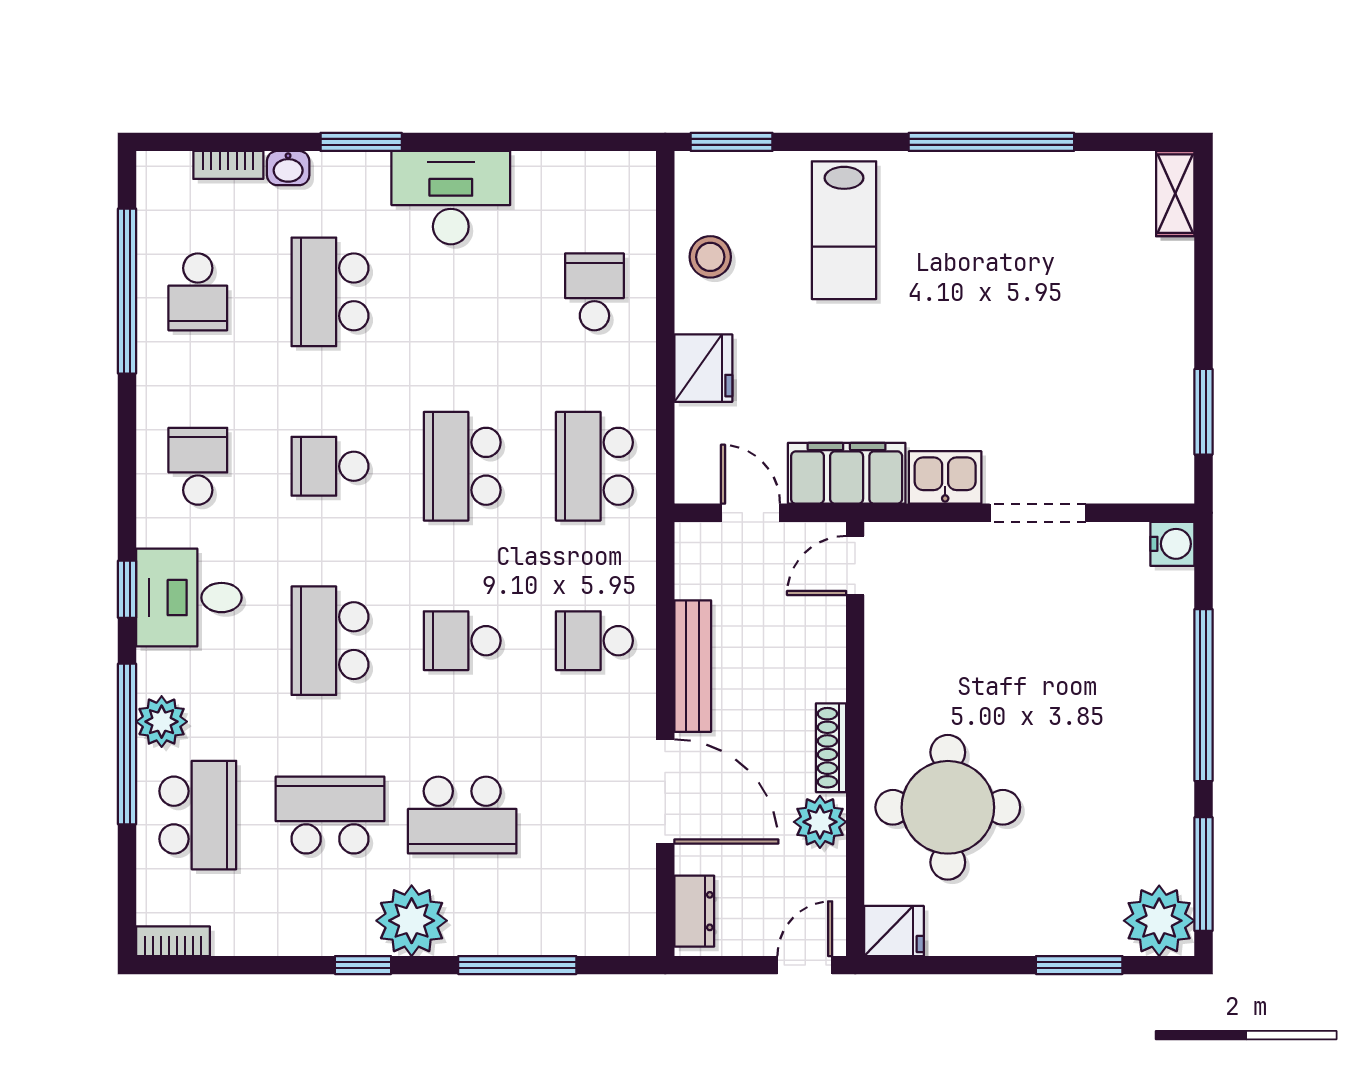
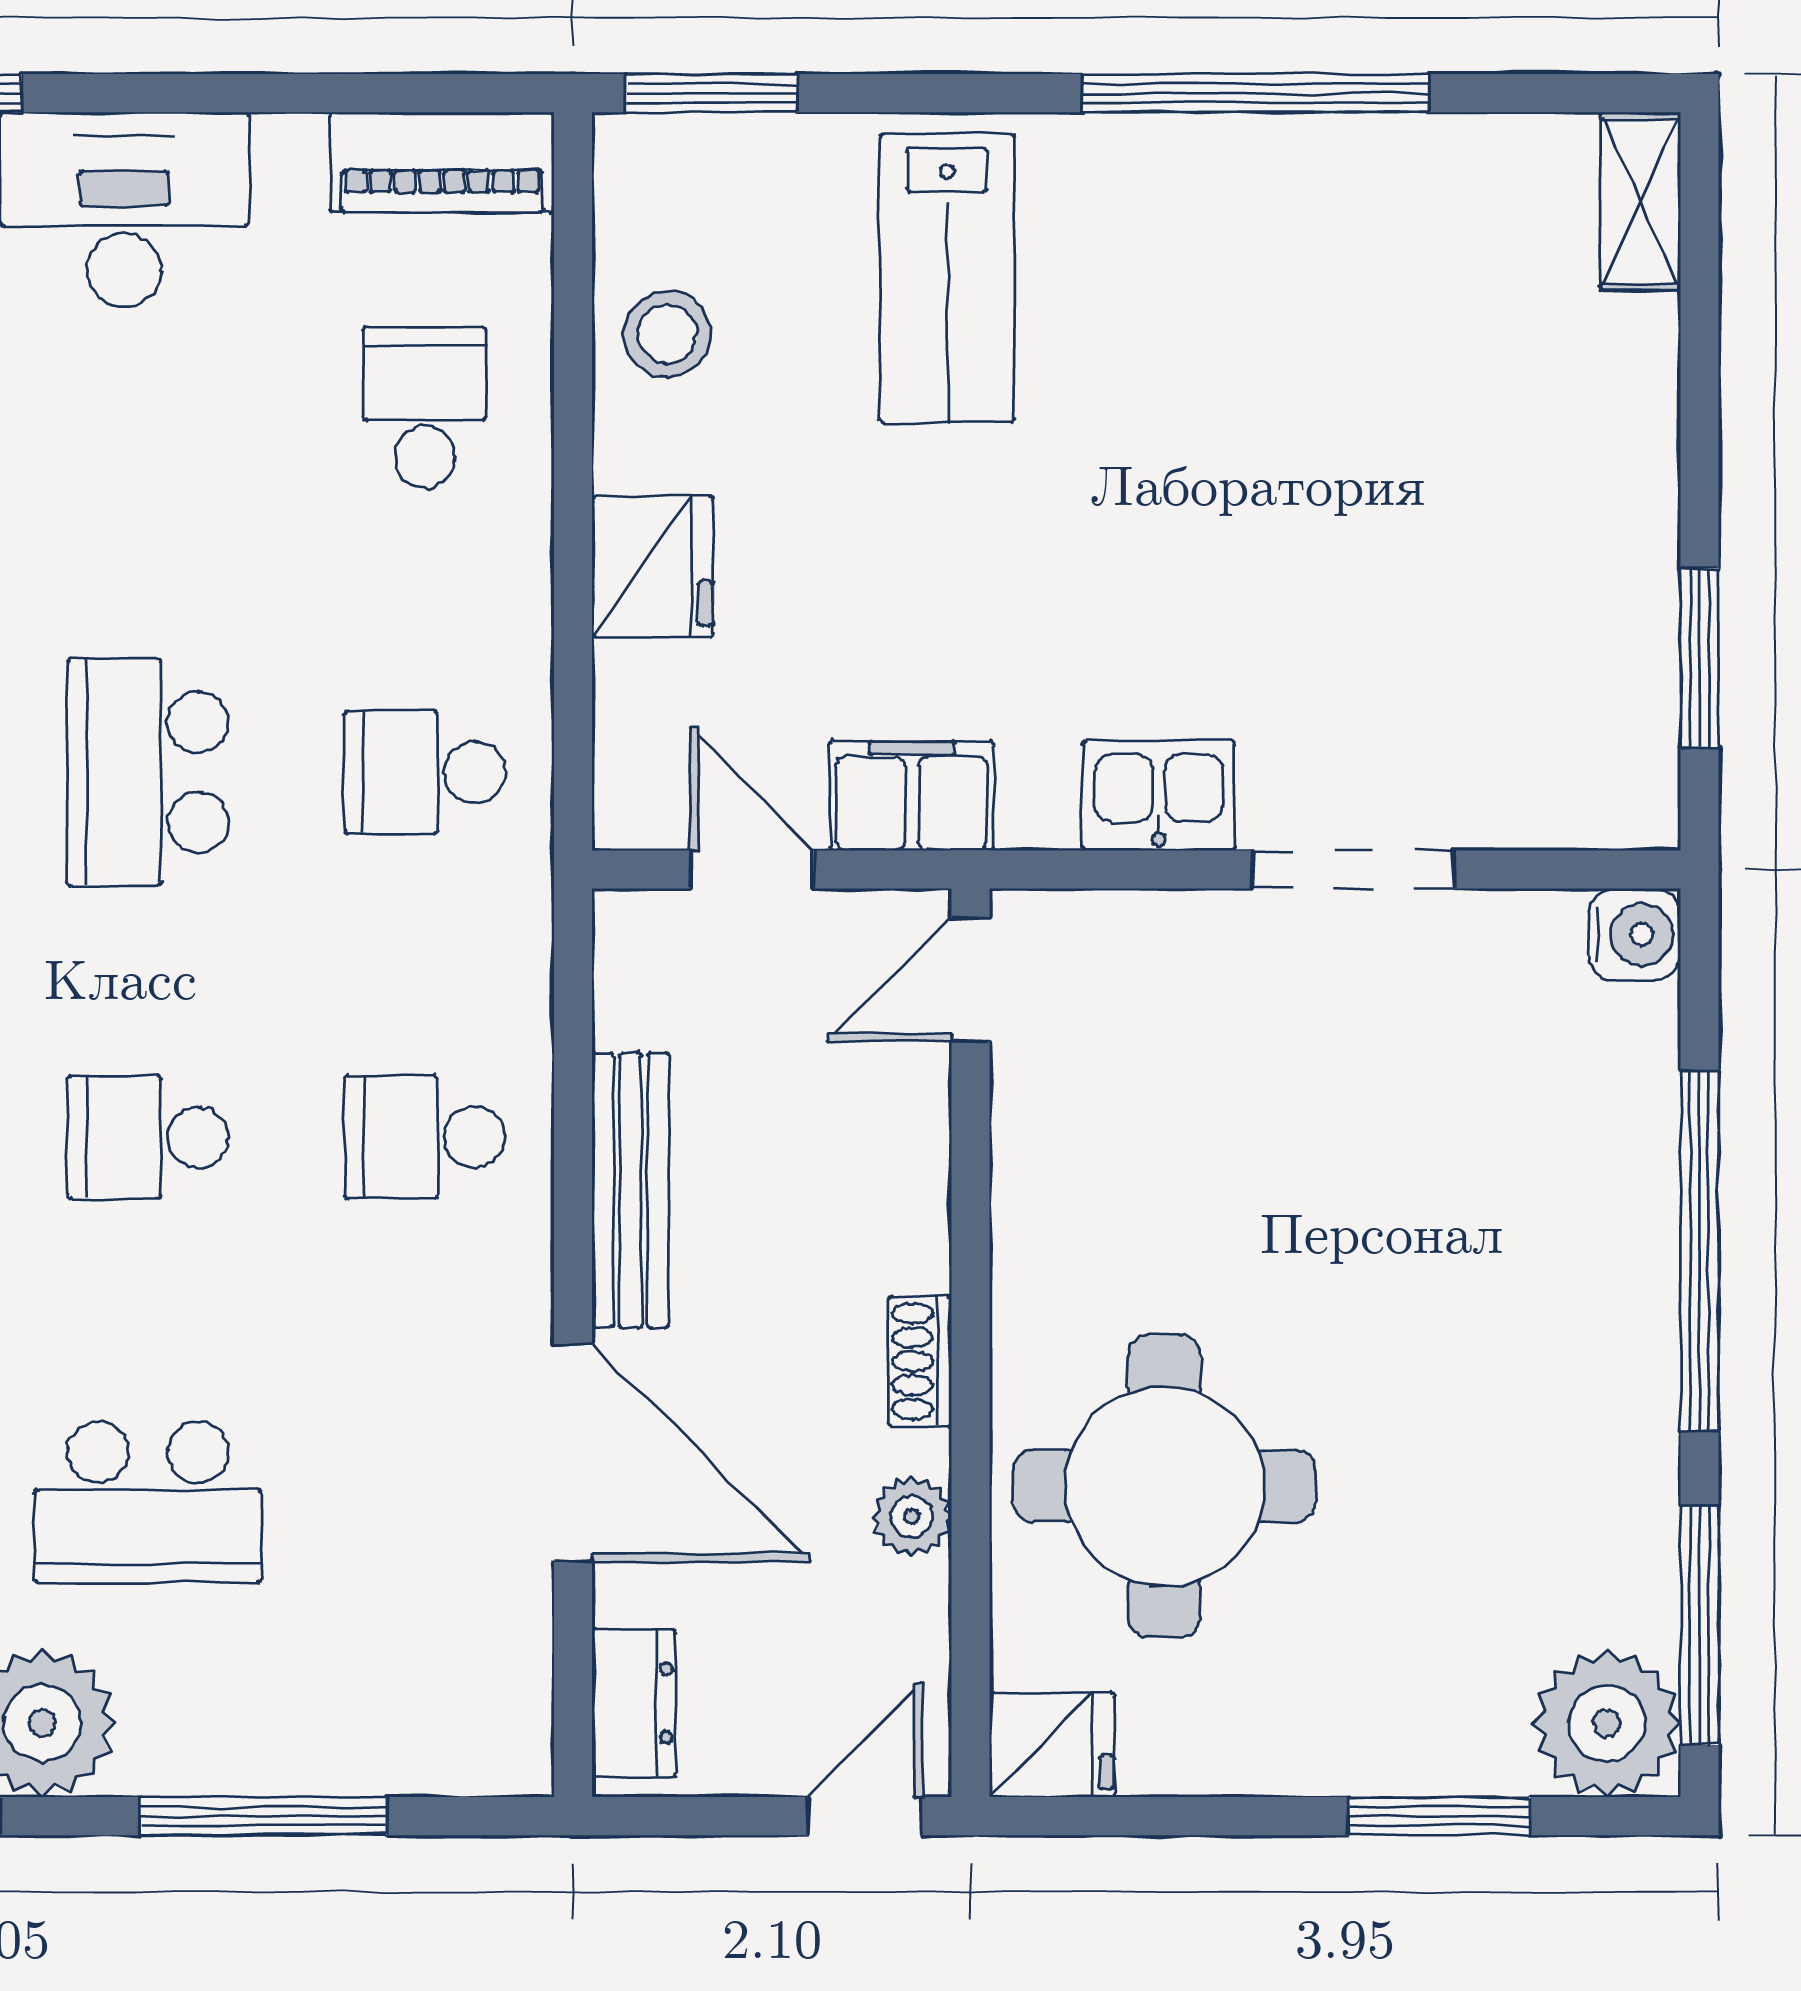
piano: (603, 175) -> (442, 162), added
school desk: (594, 466) -> (425, 772), width x0.54
filing cabinet: (847, 473) -> (912, 796), width x0.67, depth x0.86
shoe rack: (831, 748) -> (920, 1361), width x0.70
plant: (820, 822) -> (912, 1517), width x0.73, depth x0.73

